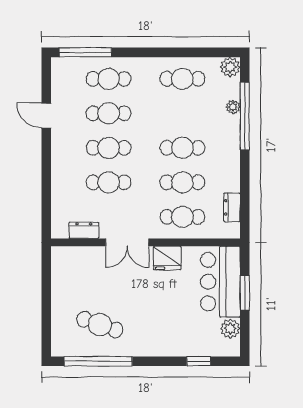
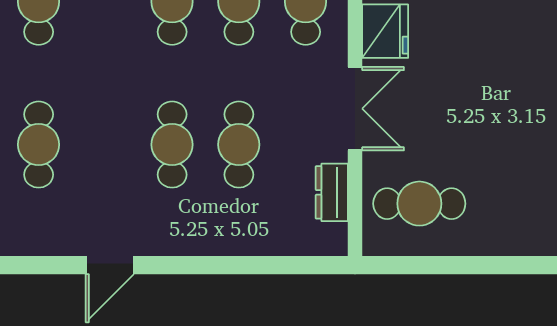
cafe table: (109, 113) -> (105, 145), removed
cafe table: (100, 325) -> (419, 204), moved, turned 71

